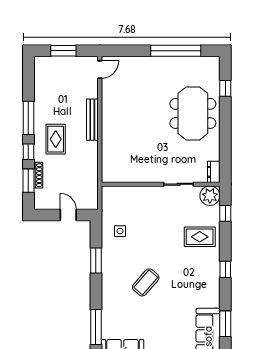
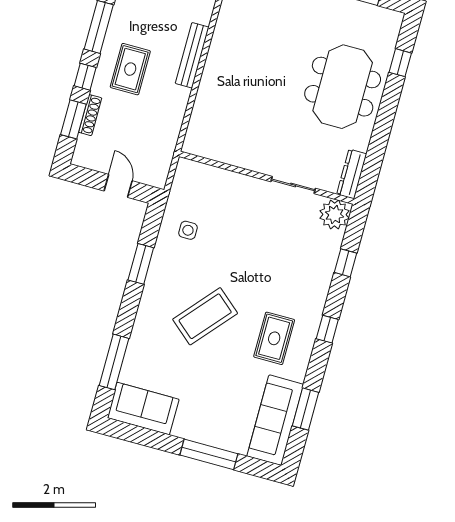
dresser: (214, 172) -> (352, 174), width x1.44
window: (225, 213) -> (345, 263), moved
rug: (200, 237) -> (274, 338), moved, turned 90
coffee table: (146, 282) -> (205, 316), width x1.36, depth x1.32

